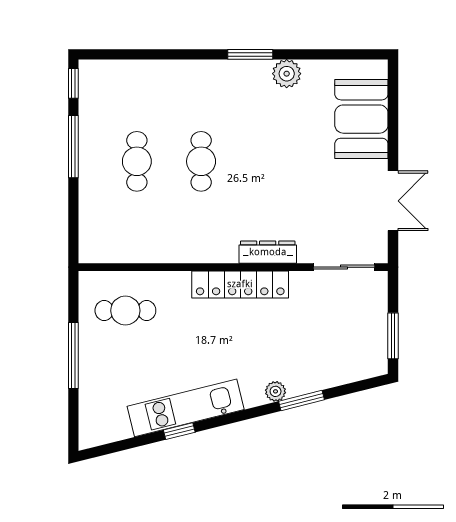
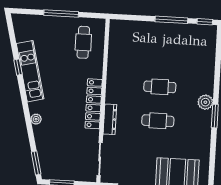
plant: (287, 74) -> (205, 102), moved
cafe table: (137, 161) -> (158, 121), moved
window: (302, 401) -> (36, 163), moved

